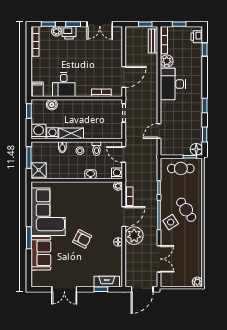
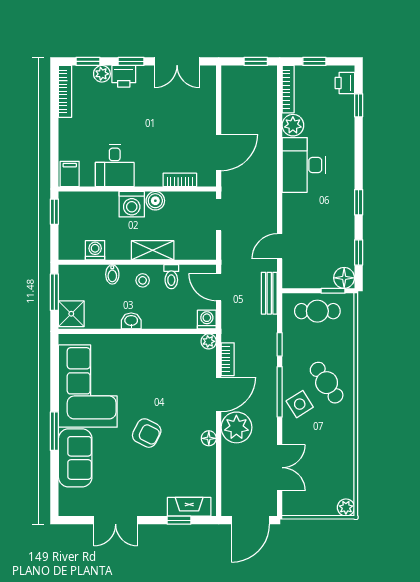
bench: (153, 41) -> (269, 293), moved
boiler: (52, 105) -> (155, 201), moved
washing machine: (39, 131) -> (132, 204), moved, turned 180
shelving: (71, 133) -> (153, 250), moved
washbasin: (91, 174) -> (131, 321), moved

